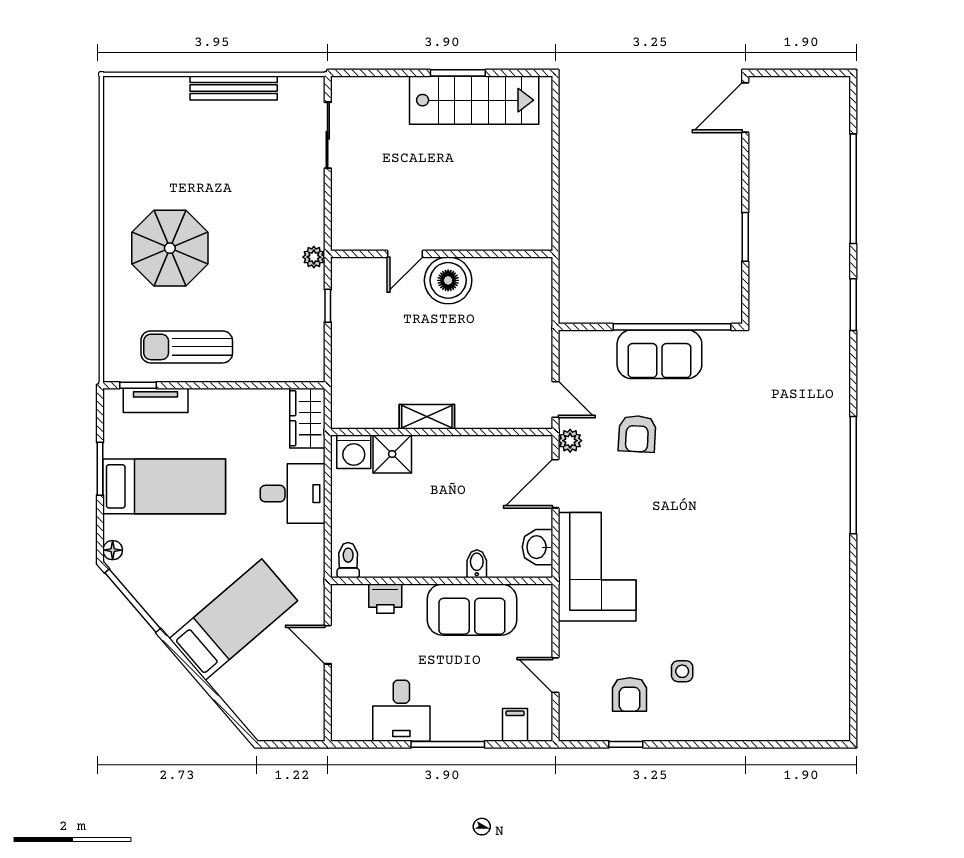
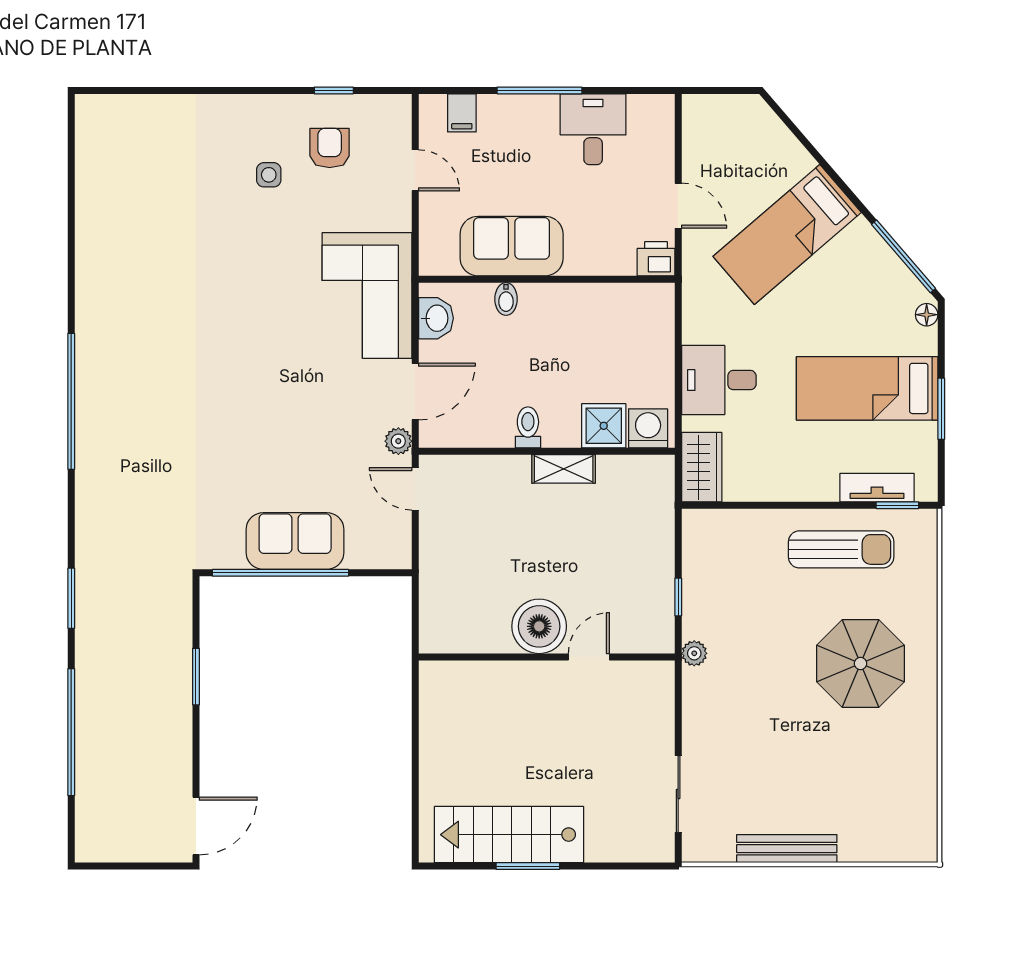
armchair: (637, 434) -> (321, 449), removed
toilet: (348, 560) -> (528, 427), moved, turned 180
printer: (385, 599) -> (656, 259), moved

